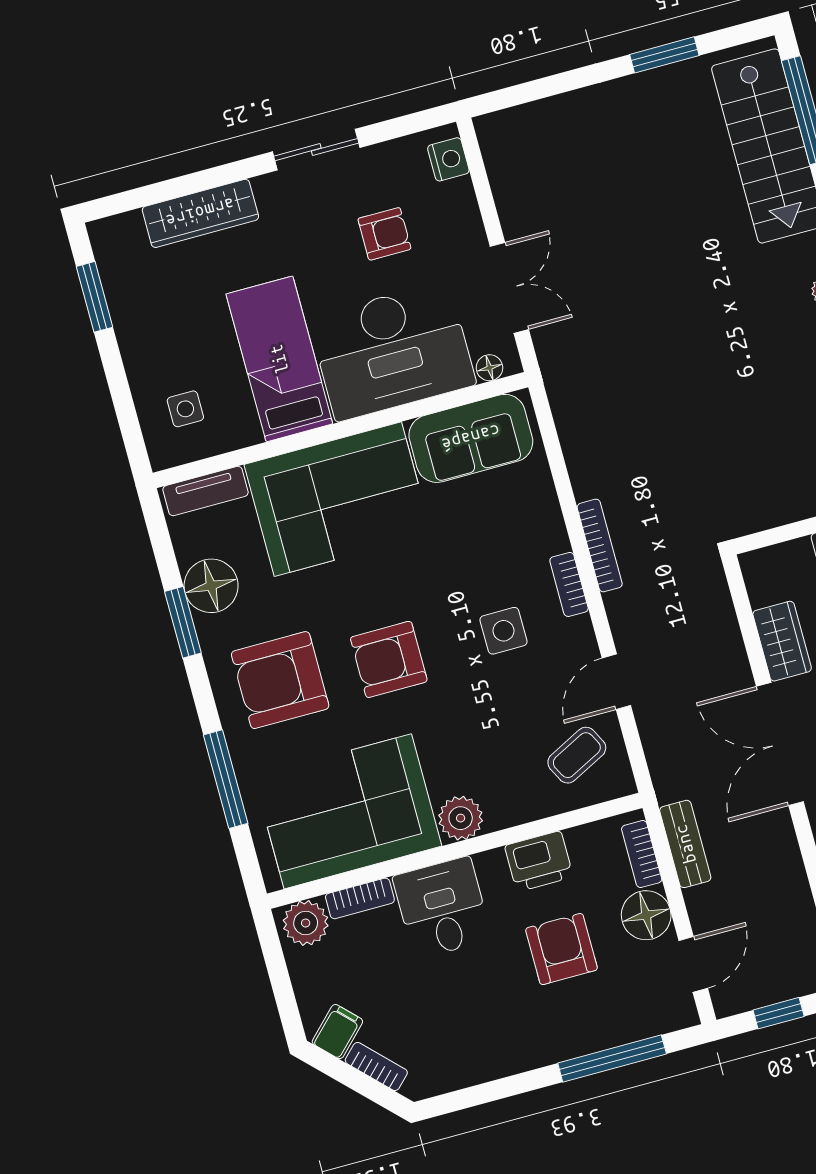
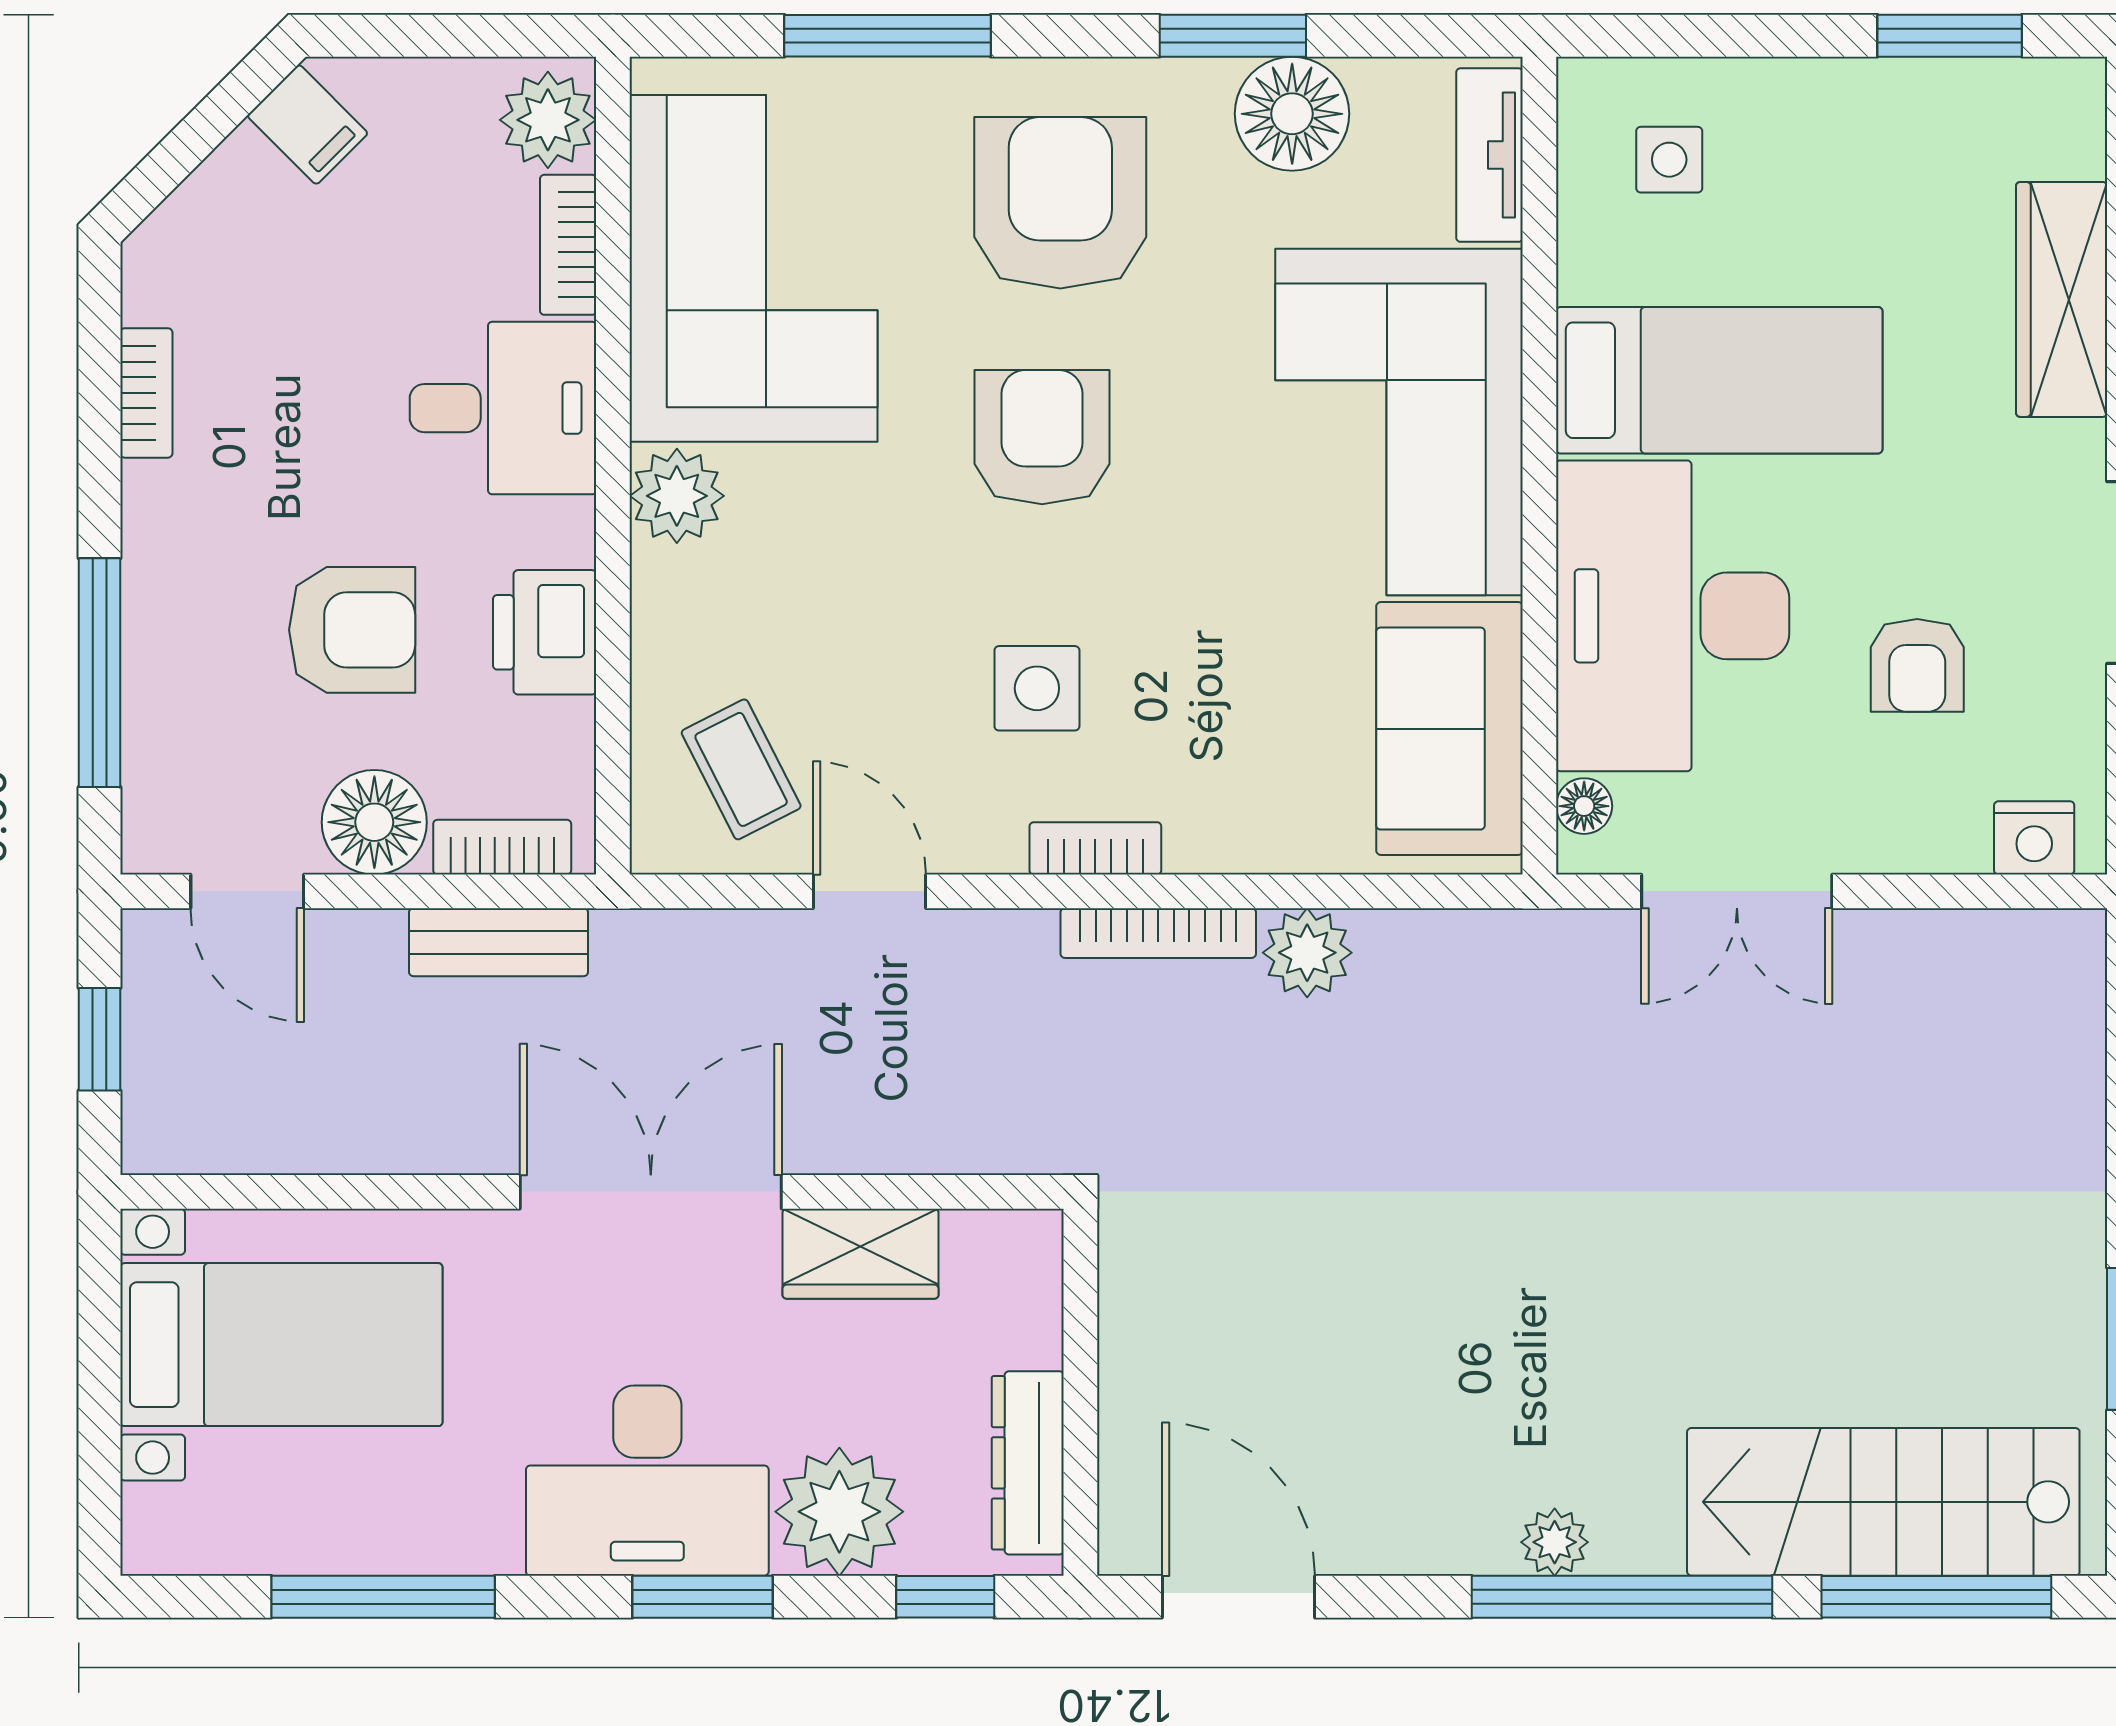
plant: (590, 475) -> (1307, 953), added
bookcase: (376, 1066) -> (146, 393), moved, turned -45

